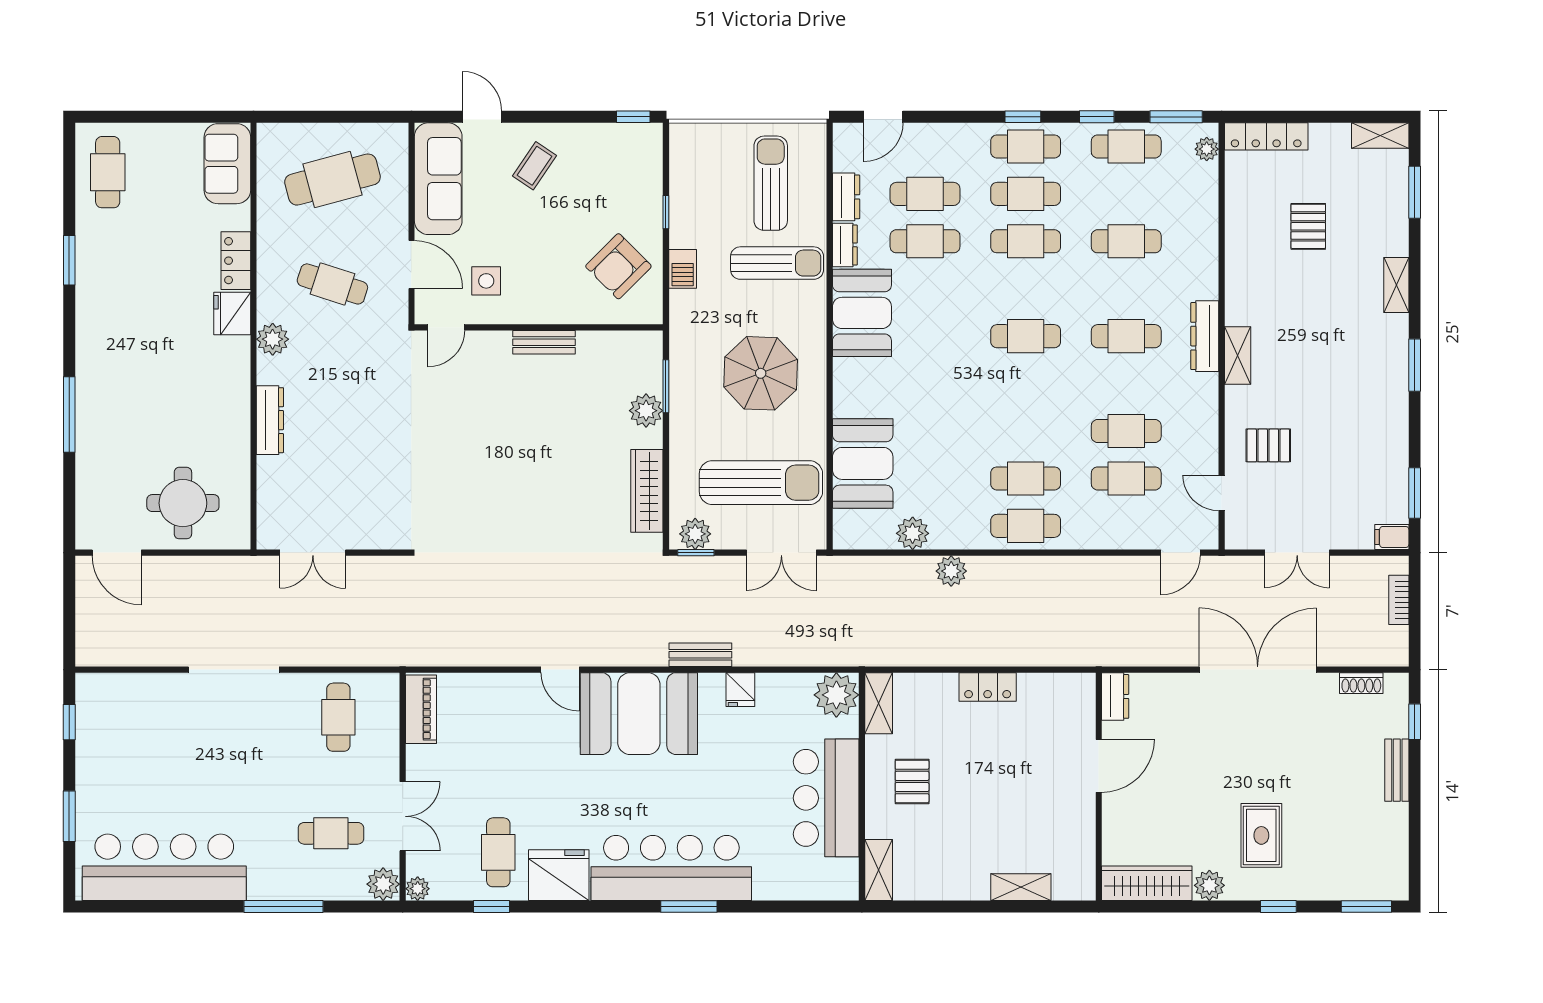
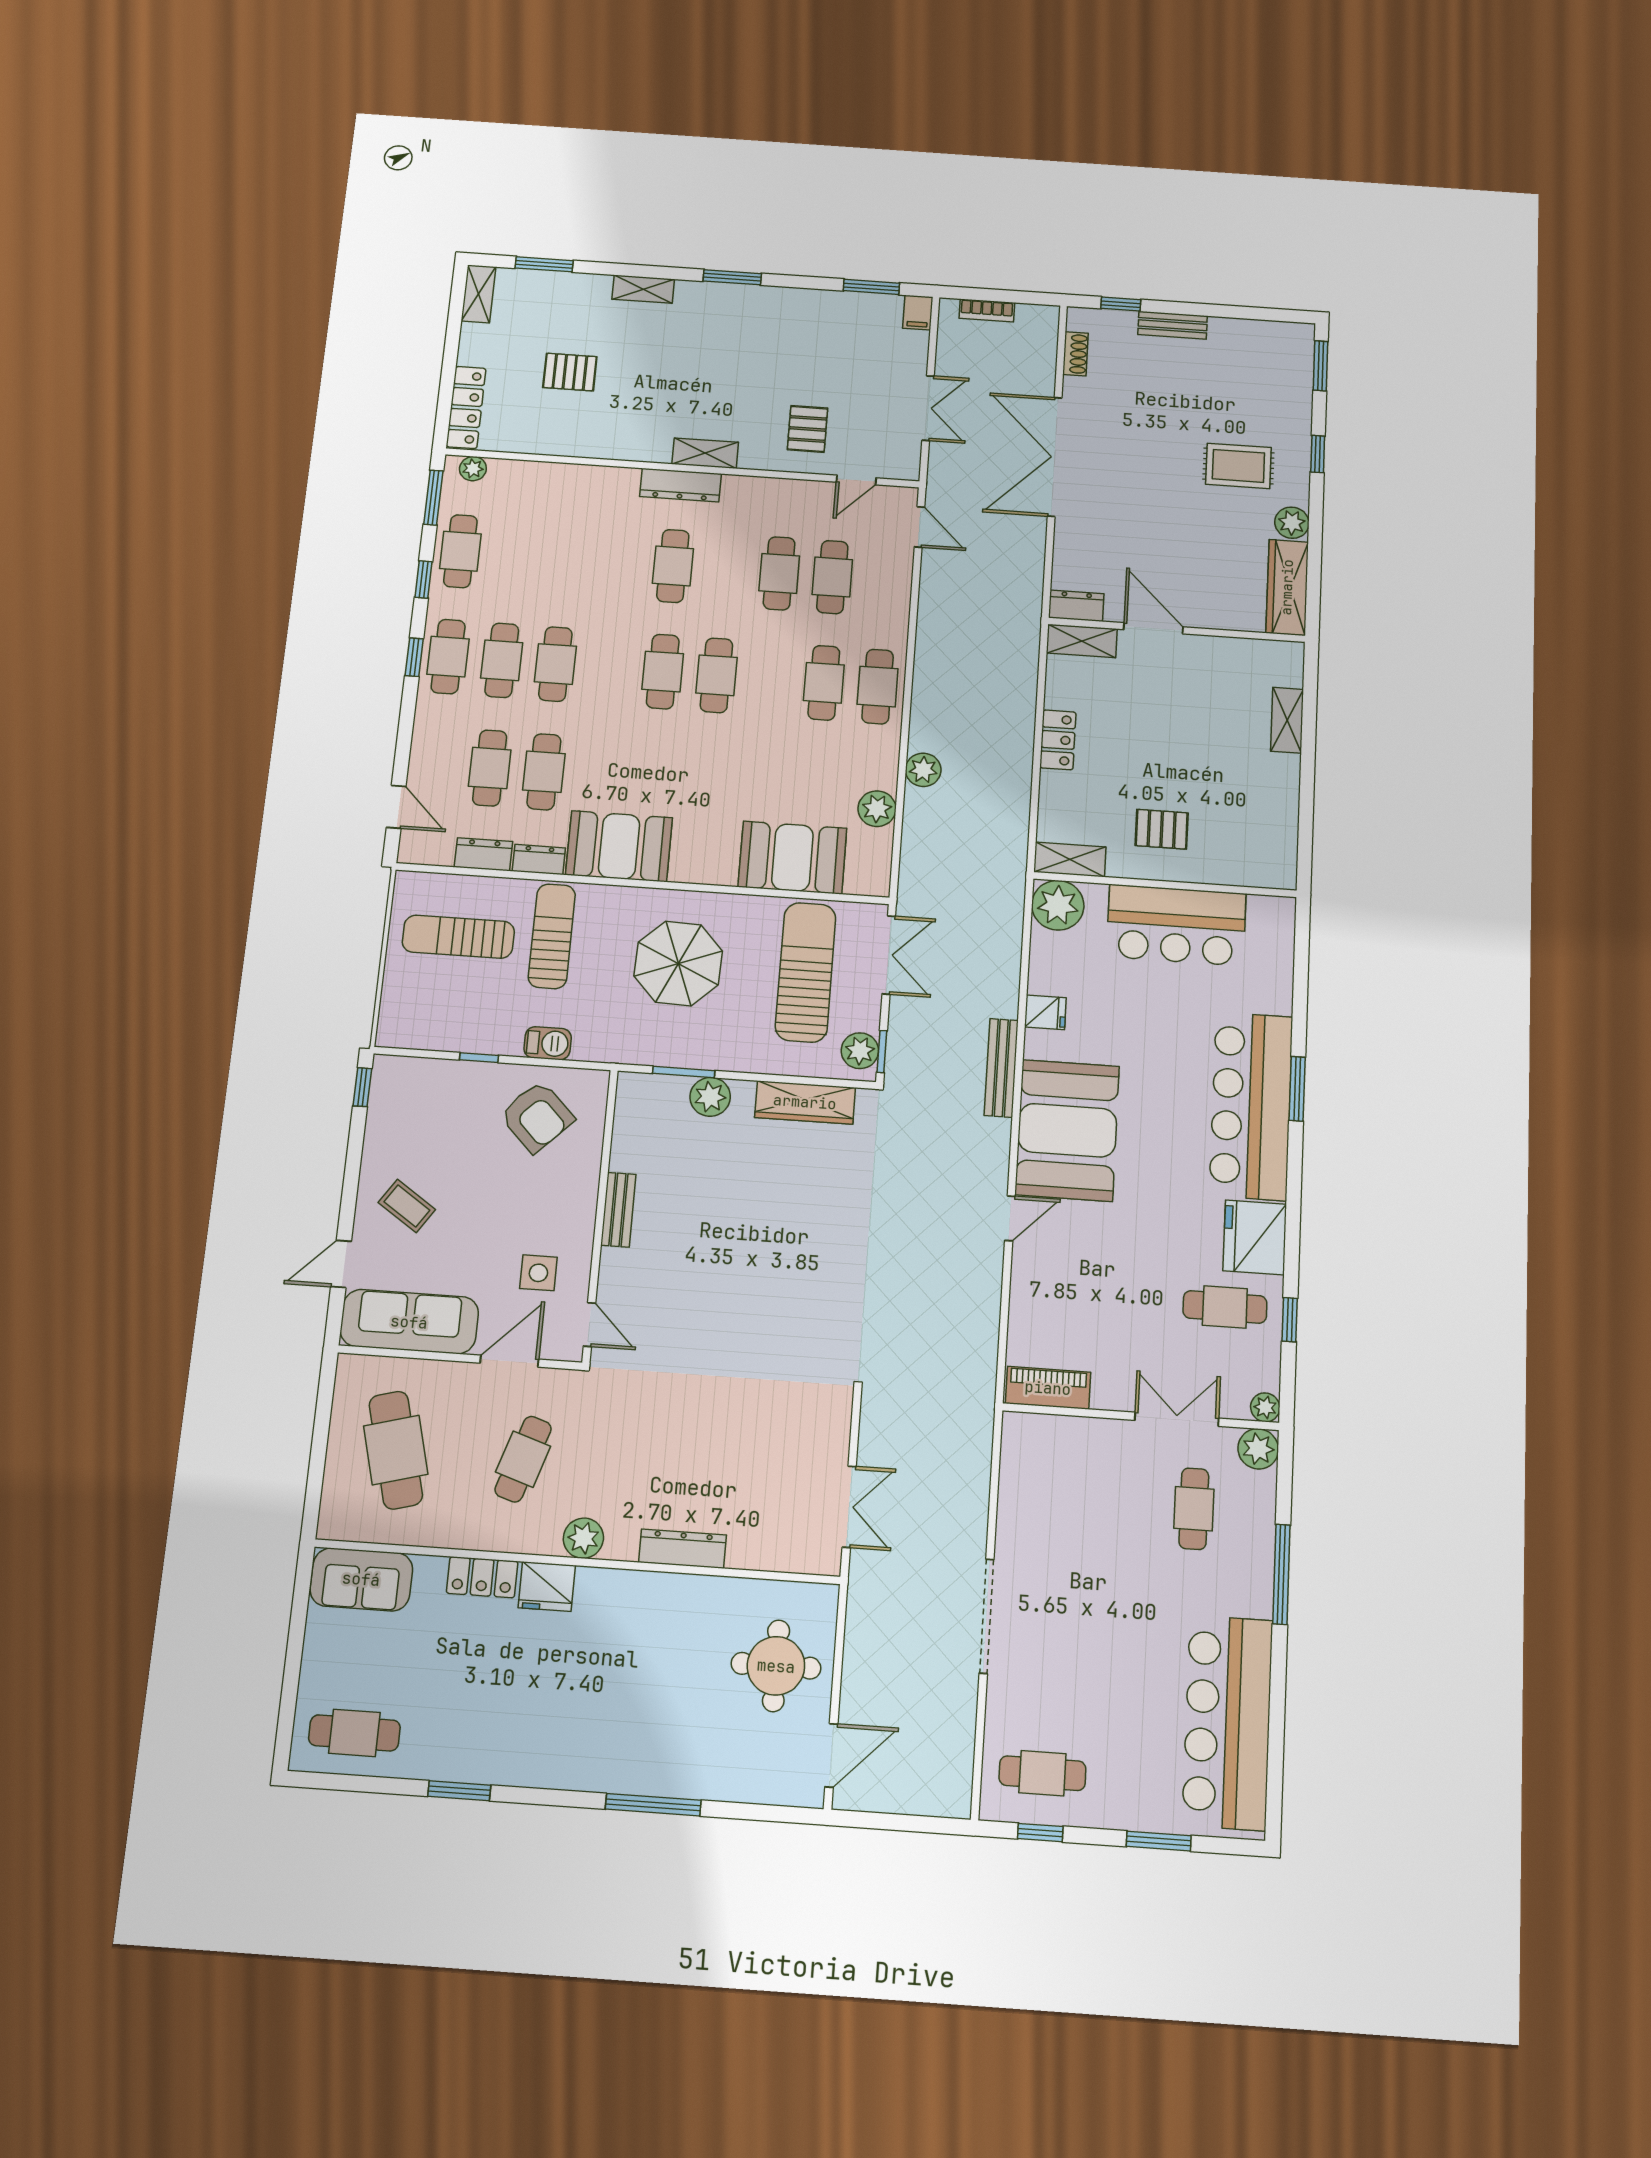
cafe table: (1126, 241) -> (716, 675), moved
bench: (700, 655) -> (1001, 1068), width x1.36
cafe table: (338, 717) -> (1042, 1773), moved
shelving: (879, 870) -> (1082, 641), moved

